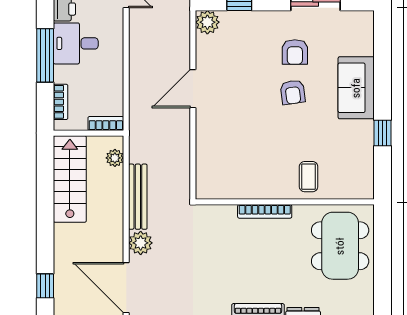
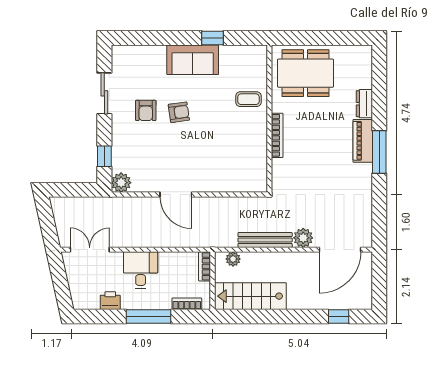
desk: (76, 43) -> (141, 270), moved, turned 180
armchair: (295, 52) -> (146, 110), turned 90
sofa: (356, 88) -> (193, 60), moved

